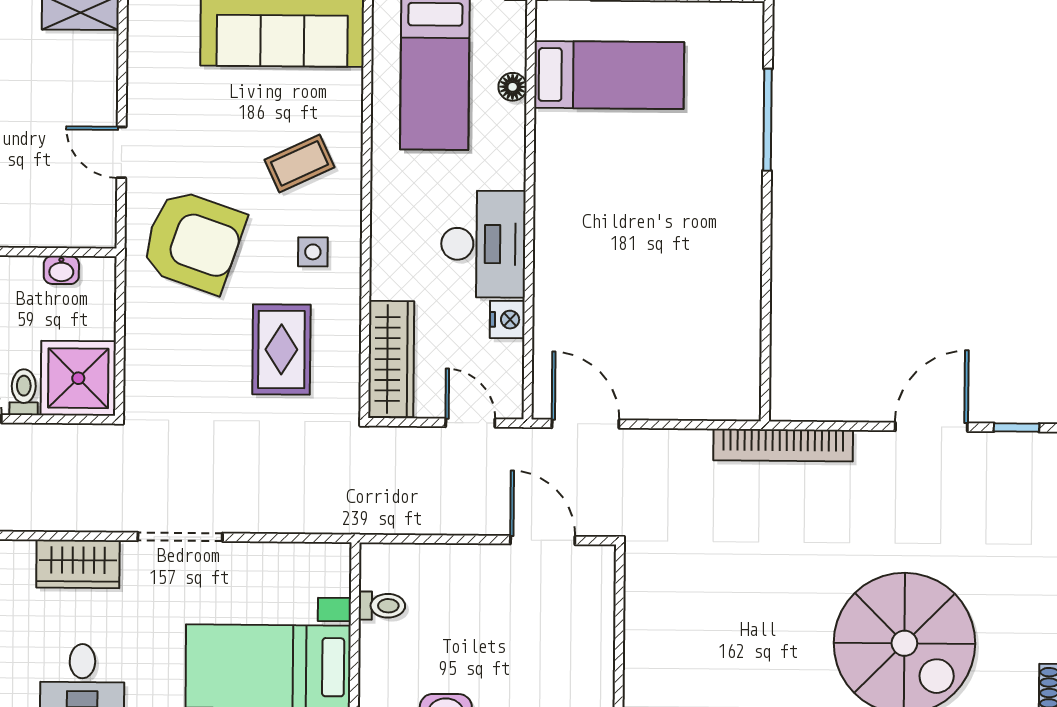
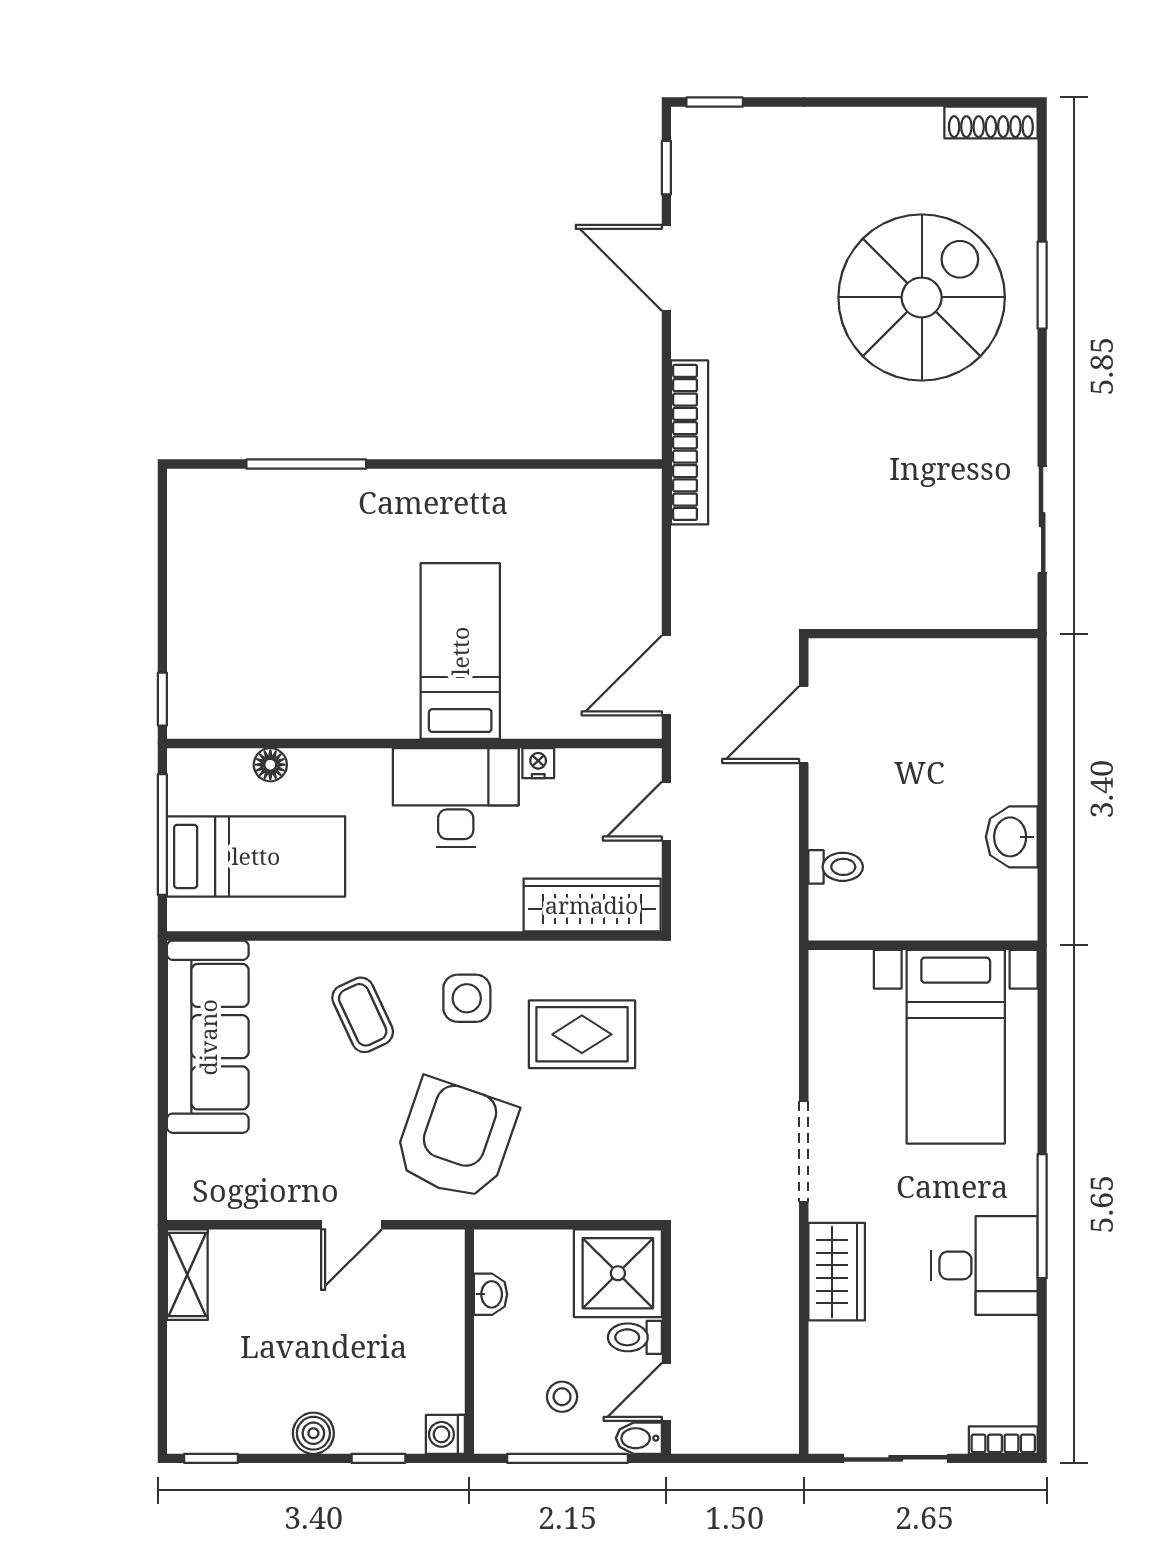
bed: (609, 75) -> (460, 651), moved
side table: (313, 252) -> (467, 998), width x1.37, depth x1.37
nightstand: (507, 320) -> (538, 763), width x0.72, depth x0.74
toilet: (382, 606) -> (836, 867), moved, turned 90

